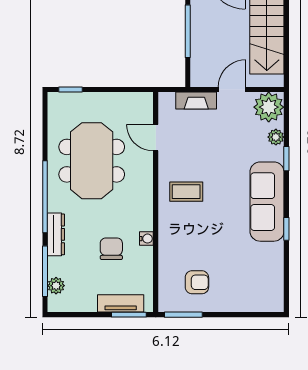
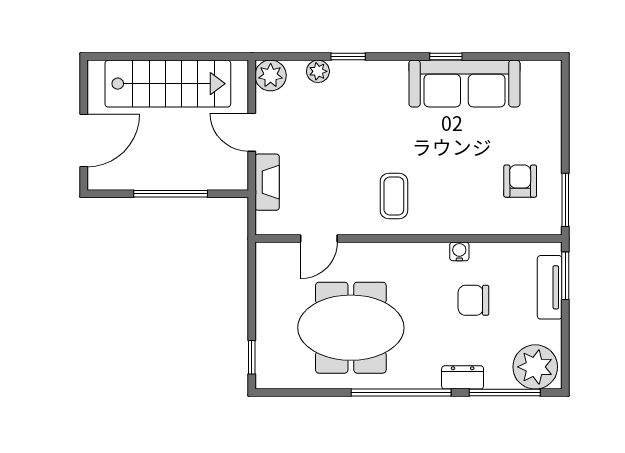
plant: (269, 107) -> (271, 75), width x0.73, depth x0.73
sofa: (267, 202) -> (464, 84), moved
dresser: (56, 234) -> (463, 377), width x0.70
plant: (56, 286) -> (535, 367), width x1.88, depth x1.88

